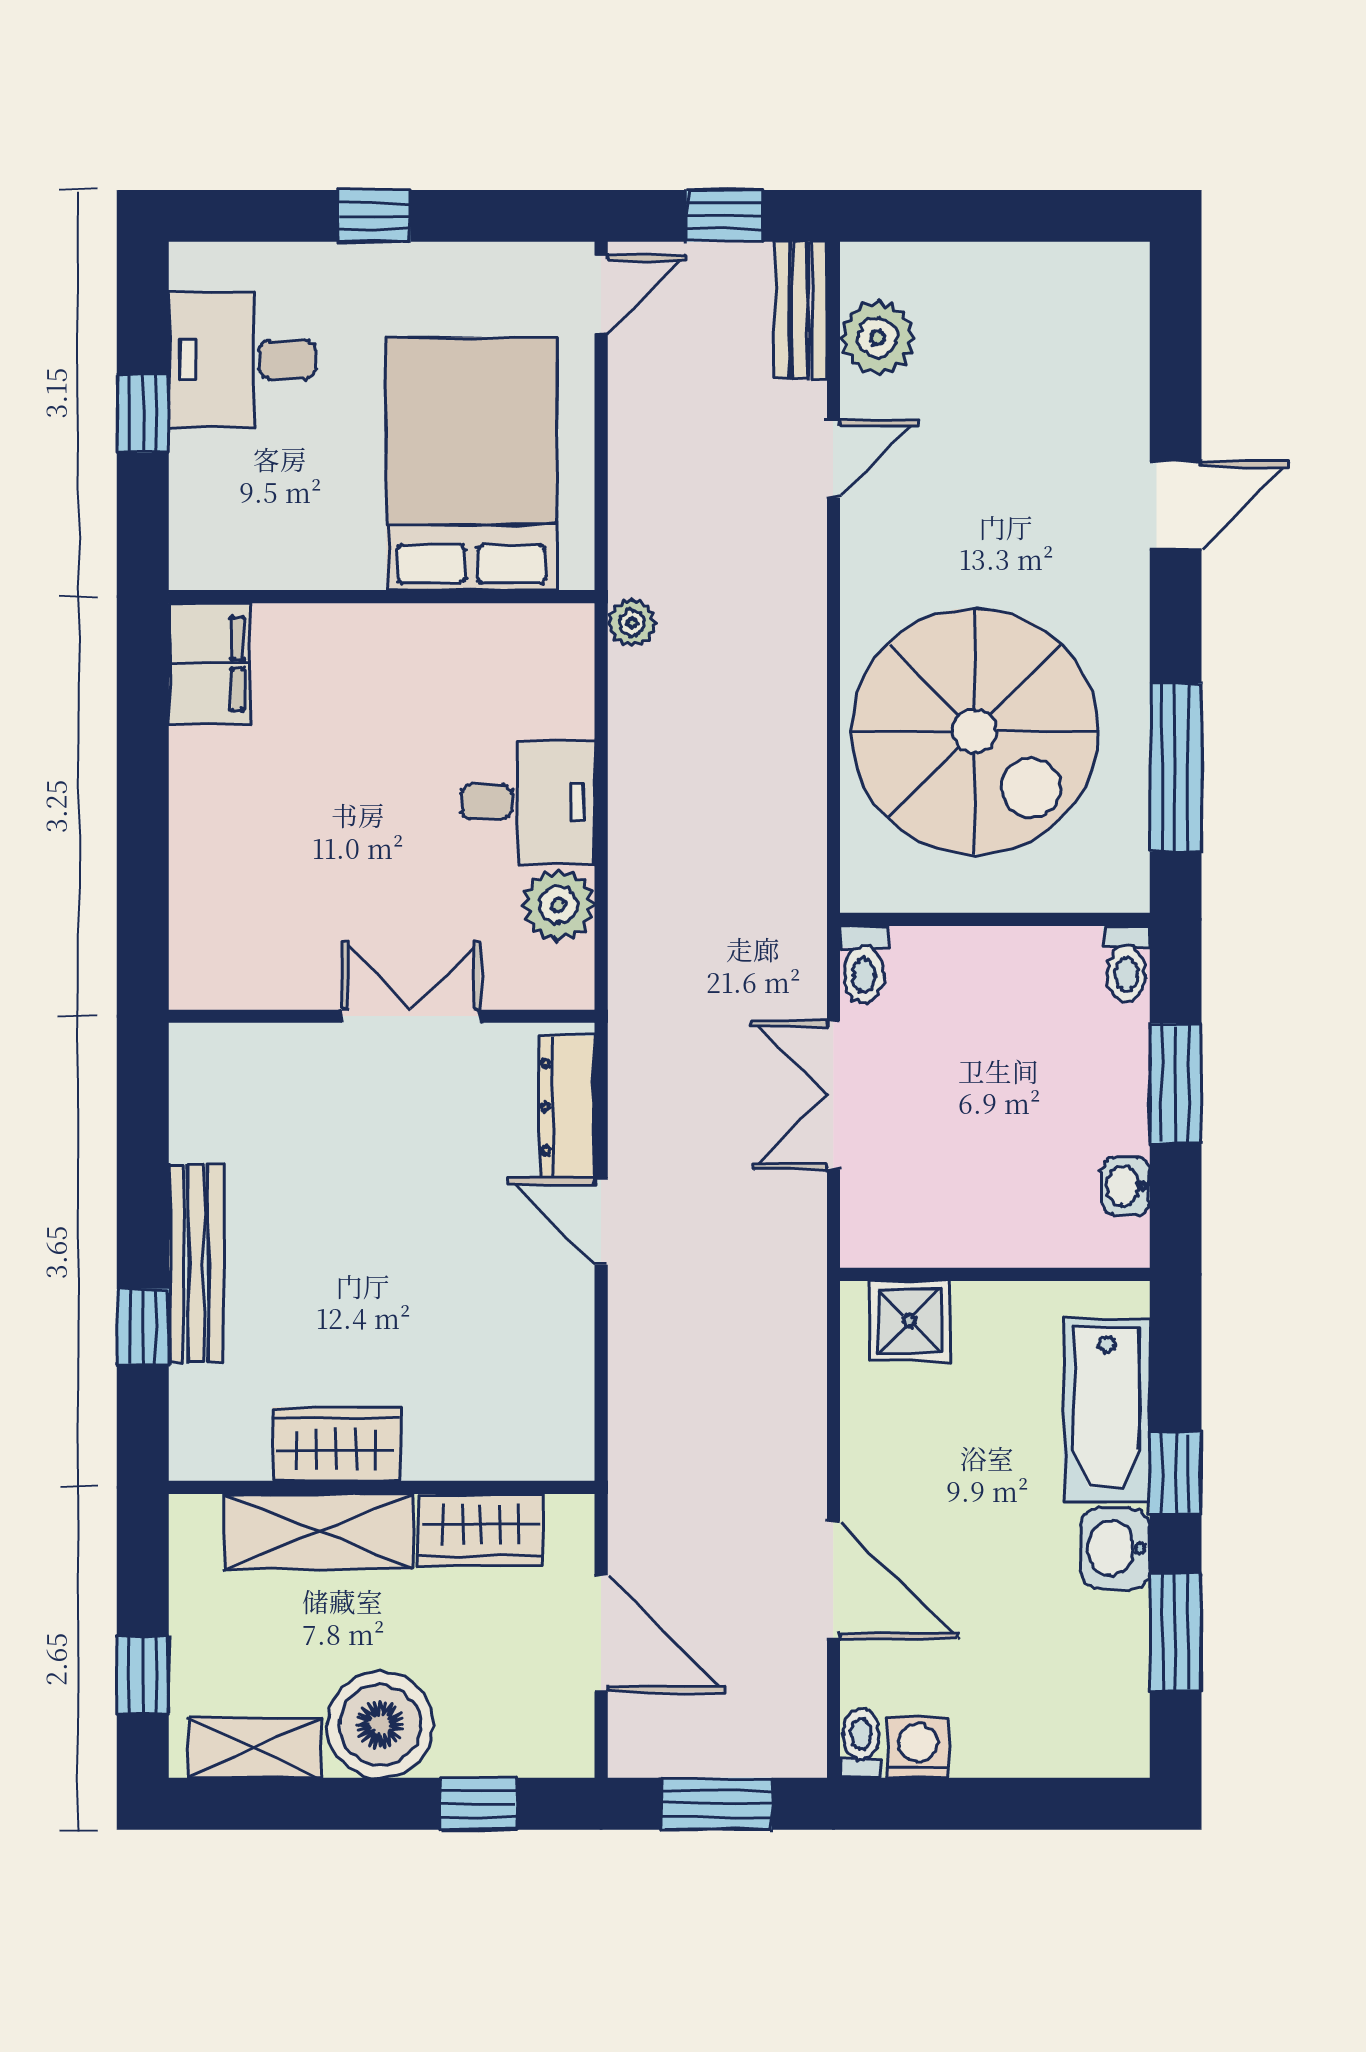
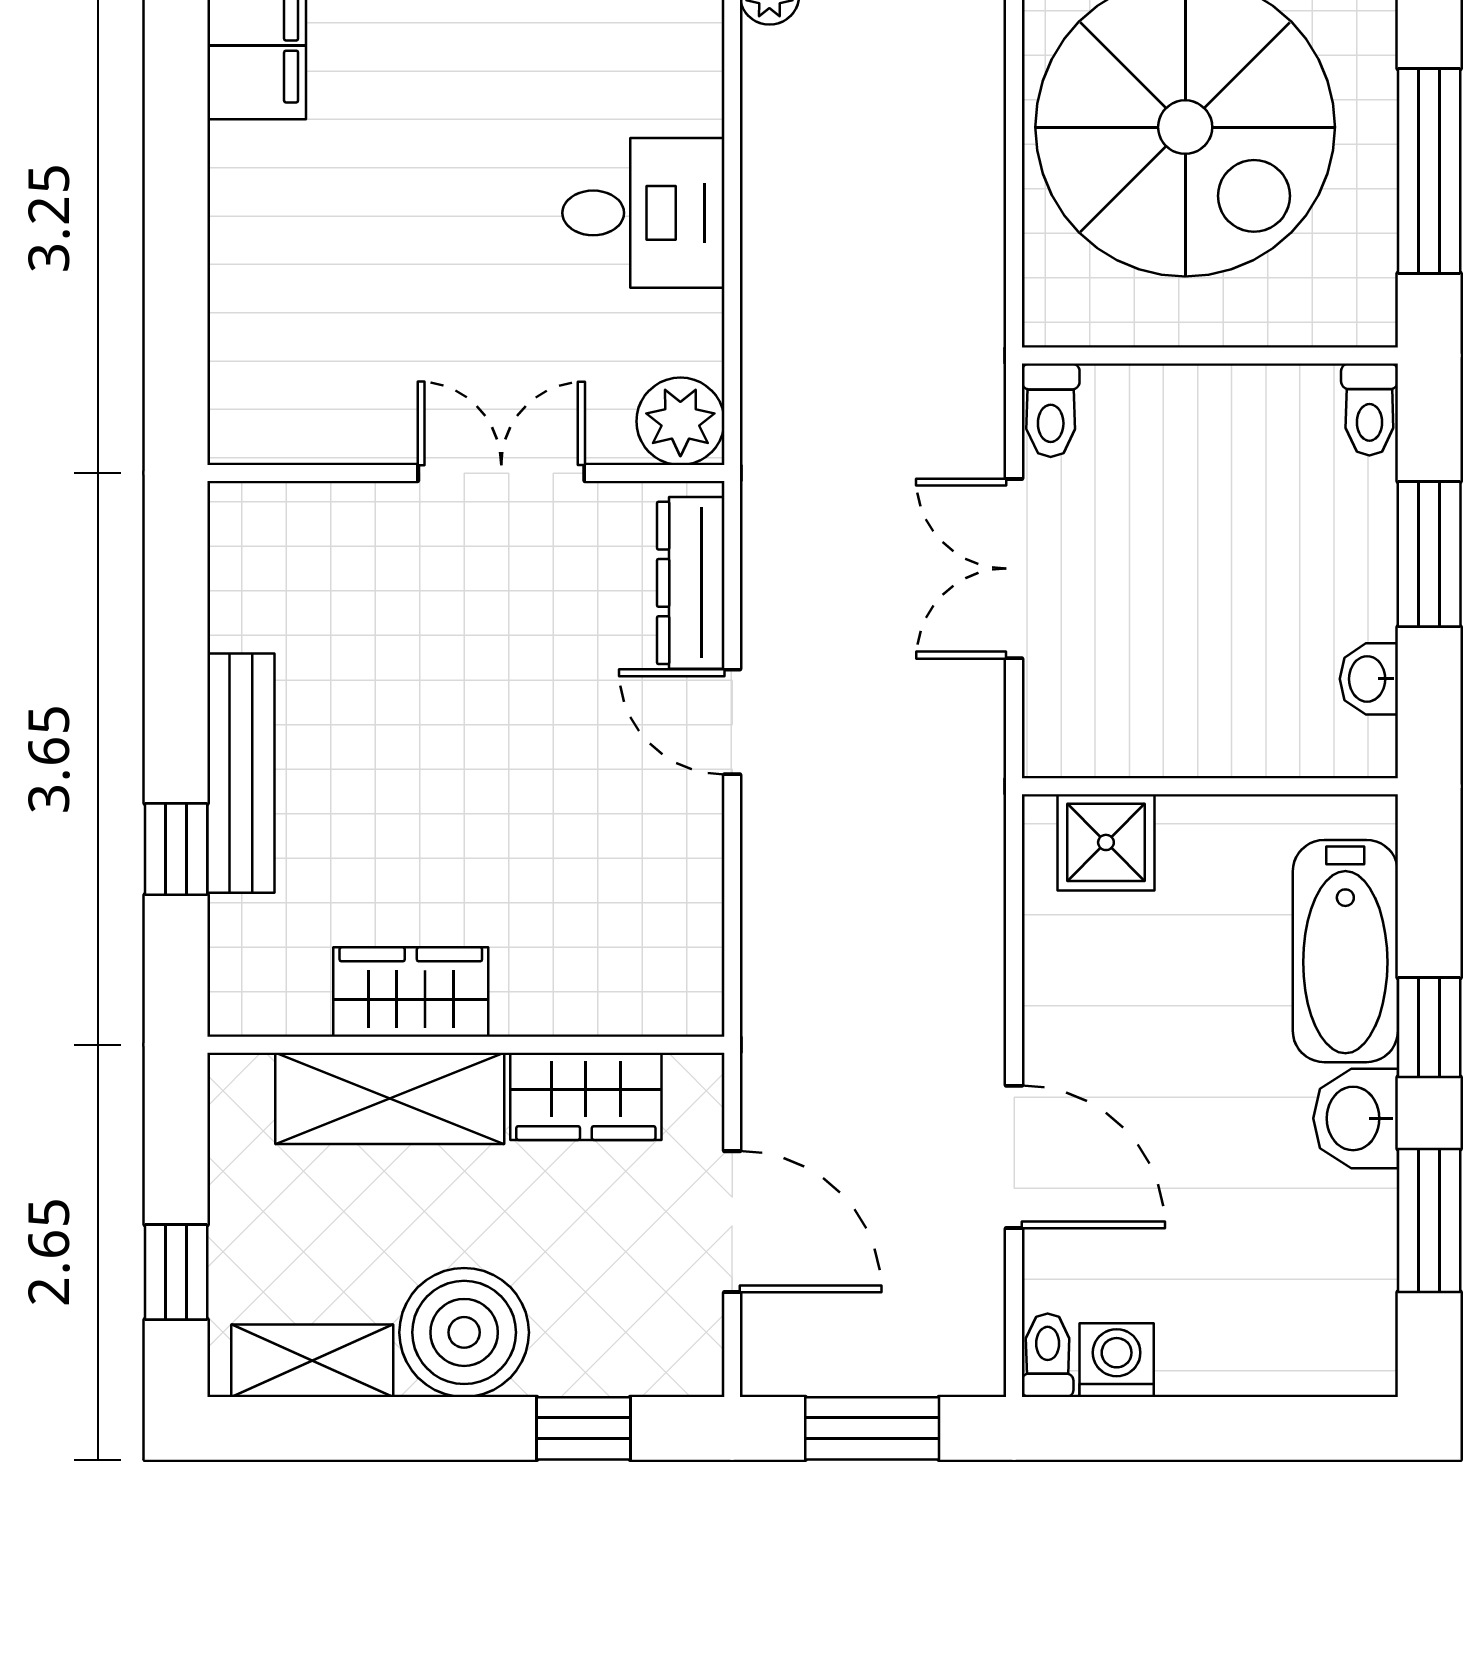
plant: (558, 905) -> (680, 421), moved

